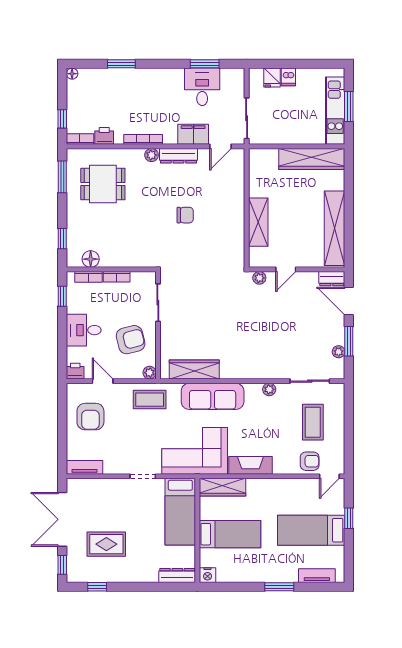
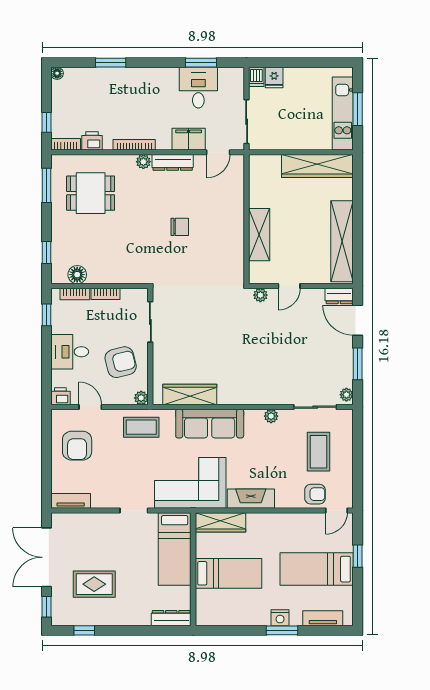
dishwasher: (288, 77) -> (256, 77), moved
plant: (339, 352) -> (346, 395), moved
nightstand: (208, 575) -> (280, 618), moved

